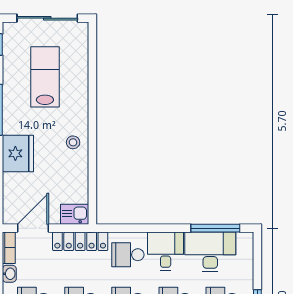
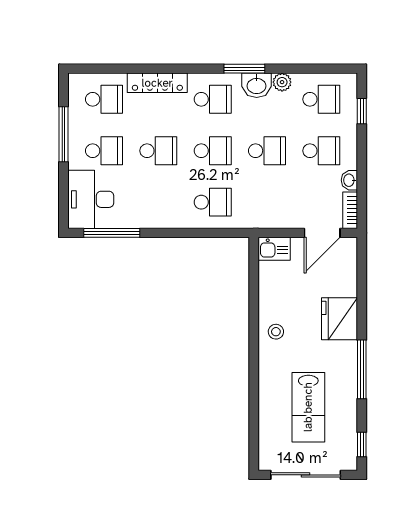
locker: (80, 241) -> (268, 218), removed
desk: (166, 251) -> (169, 206), removed
desk: (210, 252) -> (91, 199), moved, turned 90

